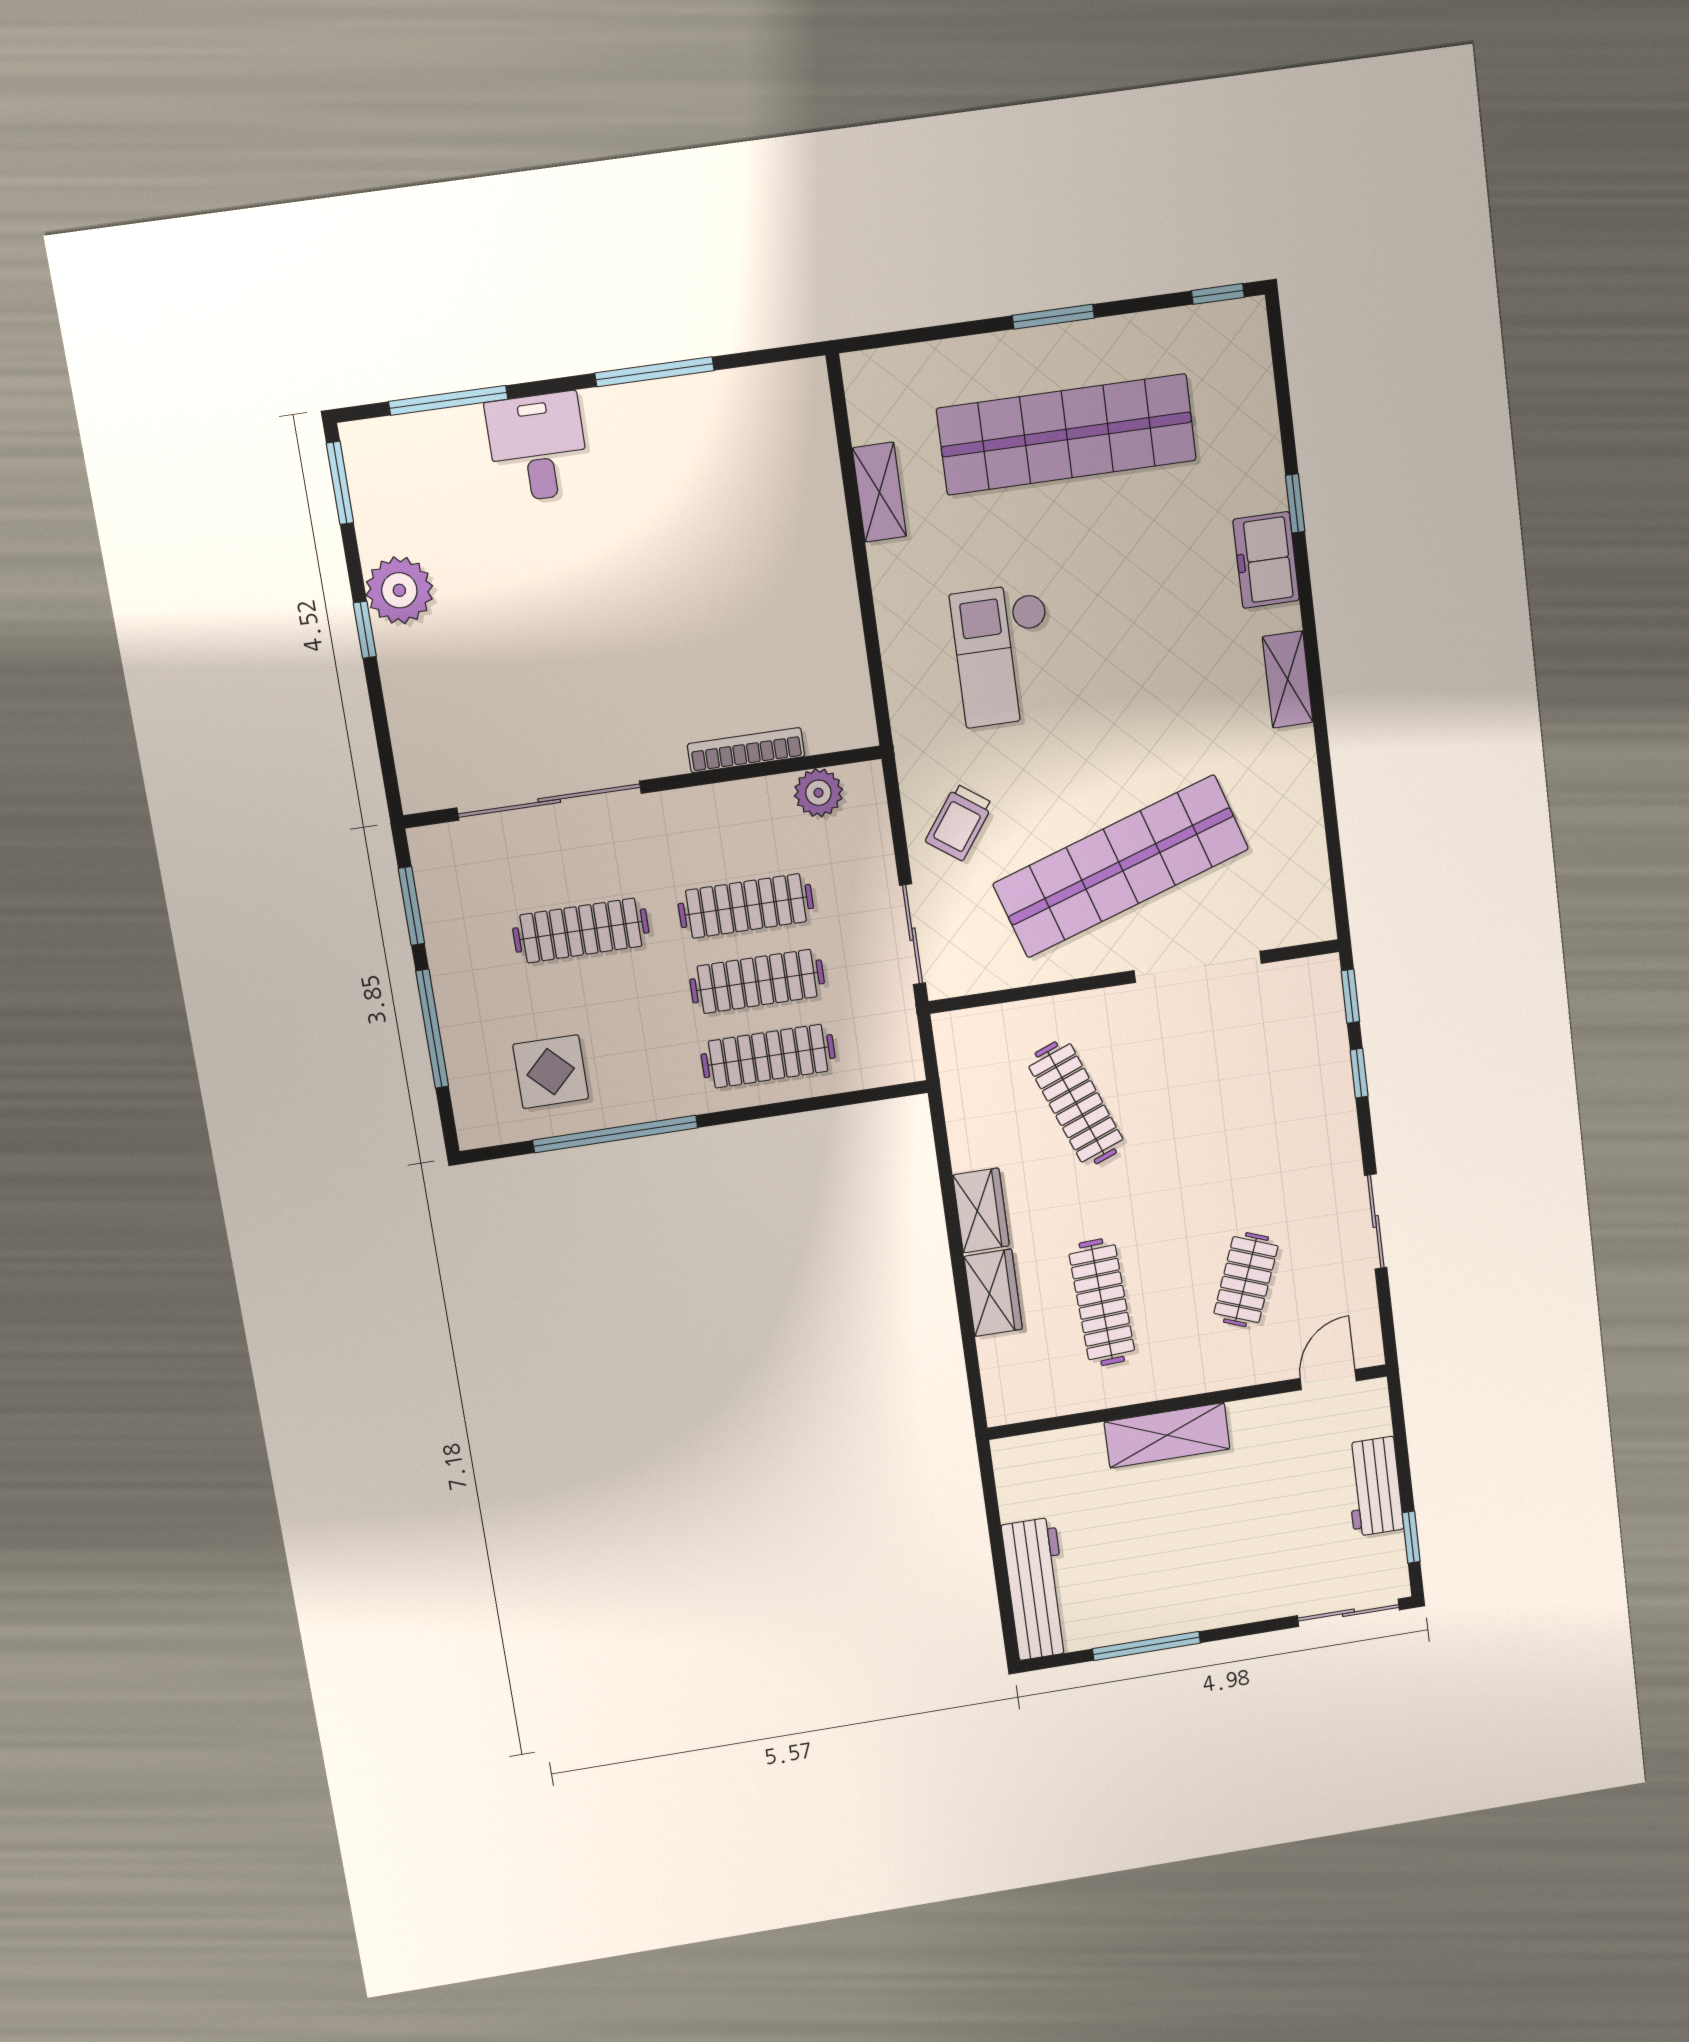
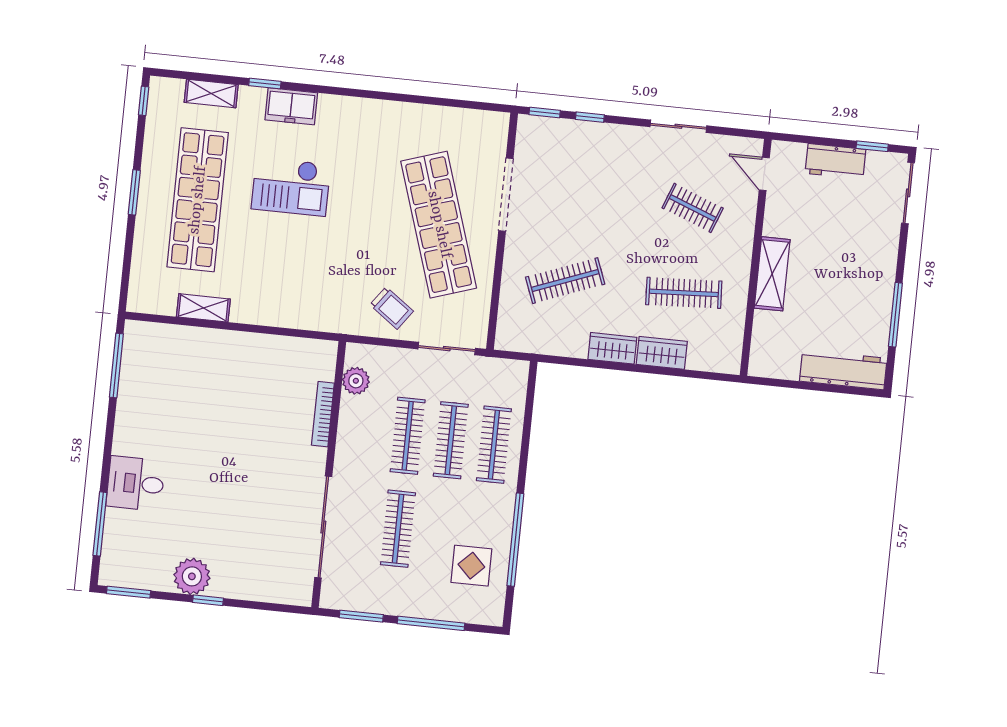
window: (654, 372) -> (116, 366), moved
checkout: (1004, 655) -> (291, 187), moved
shelving: (1288, 680) -> (211, 93), moved

